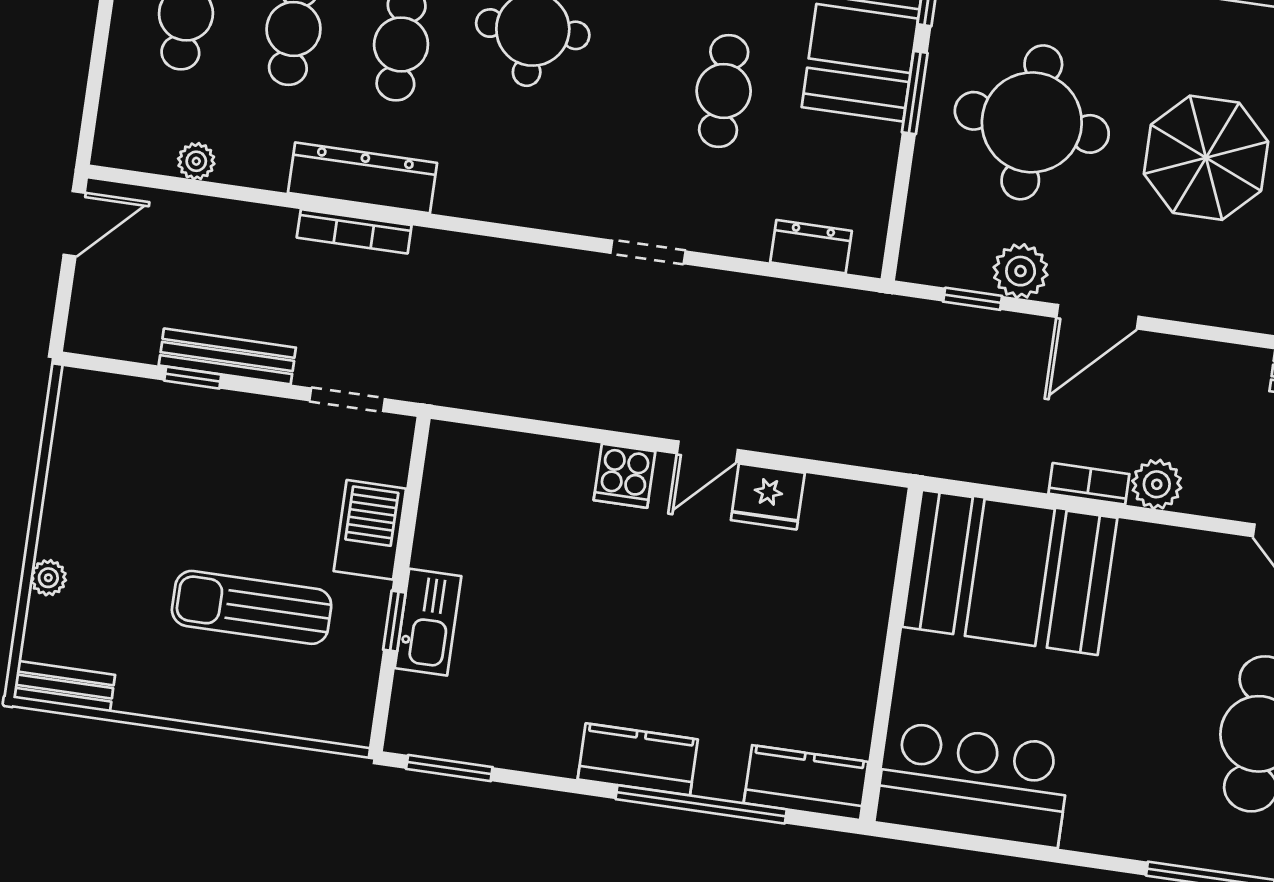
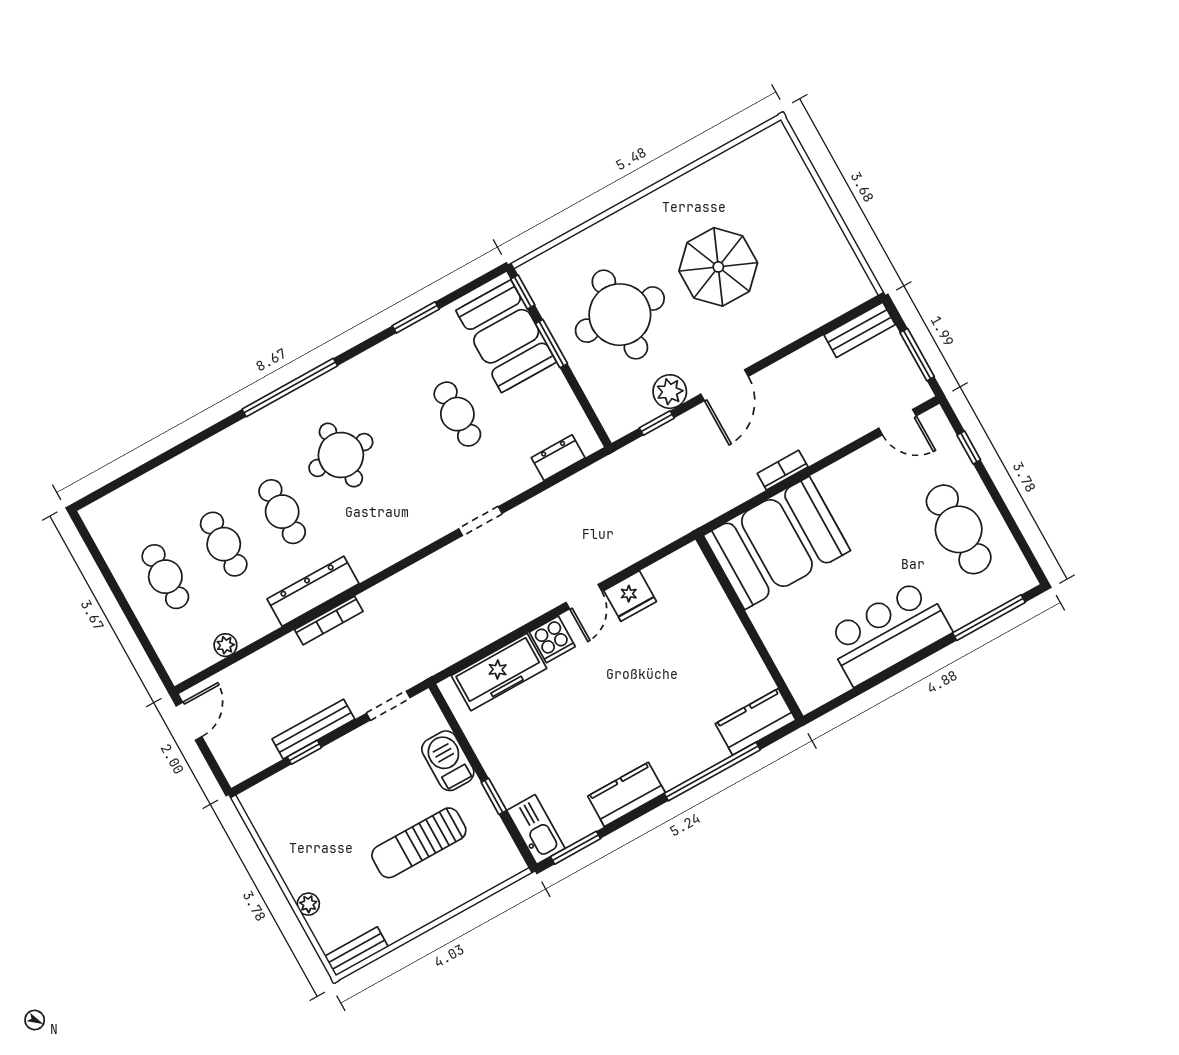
freezer: (523, 465) -> (499, 672), added
plant: (1157, 484) -> (816, 445), removed
kitchen sink: (428, 622) -> (536, 829), moved
kitchen counter: (638, 759) -> (626, 794), moved
bar counter: (973, 784) -> (888, 632), moved

